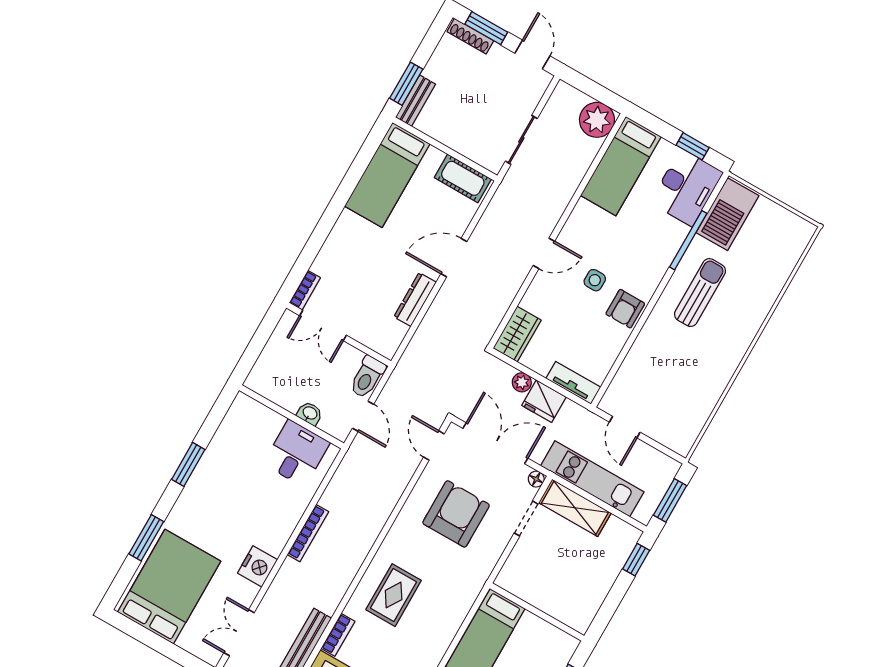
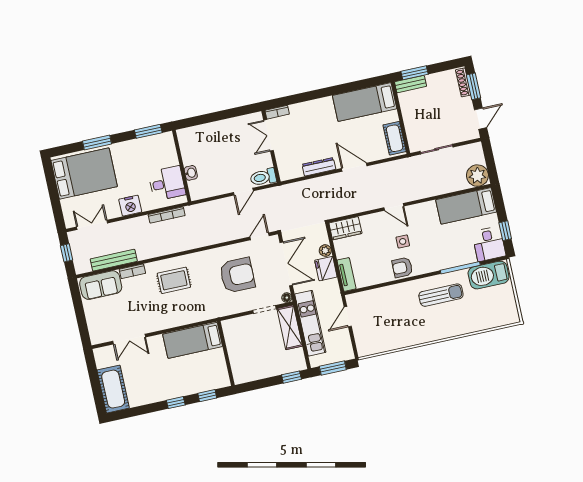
desk: (686, 188) -> (489, 244), width x0.73
washbasin: (310, 413) -> (191, 173), moved
wall: (292, 417) -> (182, 166), moved
desk: (296, 453) -> (167, 183), moved

